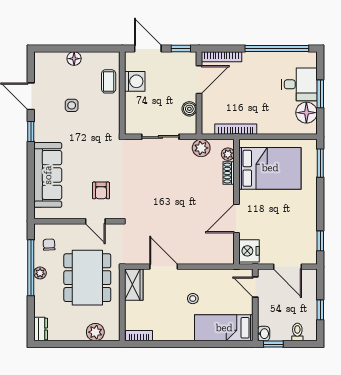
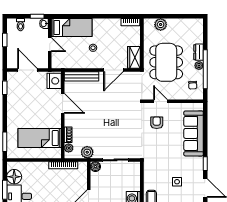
boiler: (189, 109) -> (95, 167), moved
bed: (270, 168) -> (40, 138), width x0.67
door: (237, 218) -> (63, 103), hinge flipped
bench: (210, 257) -> (81, 76), added
door: (164, 267) -> (113, 70), hinge flipped
door: (255, 287) -> (50, 45), moved
dresser: (41, 329) -> (198, 52), moved

